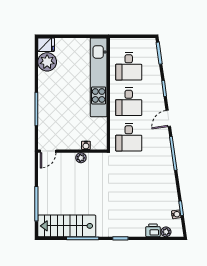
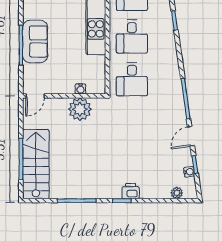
sofa: (48, 106) -> (35, 41), added
door: (168, 118) -> (191, 136), moved
plant: (81, 158) -> (80, 109), width x1.87, depth x1.87
stairs: (67, 226) -> (36, 164), moved, turned 90
printer: (153, 230) -> (131, 191), moved

